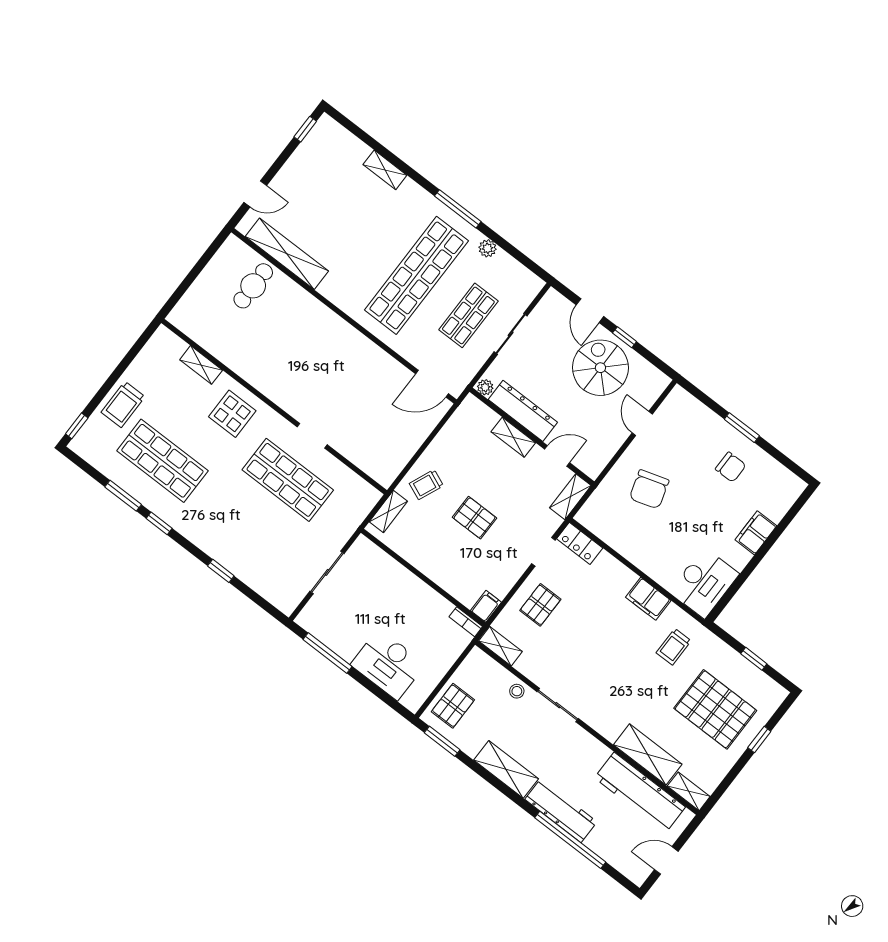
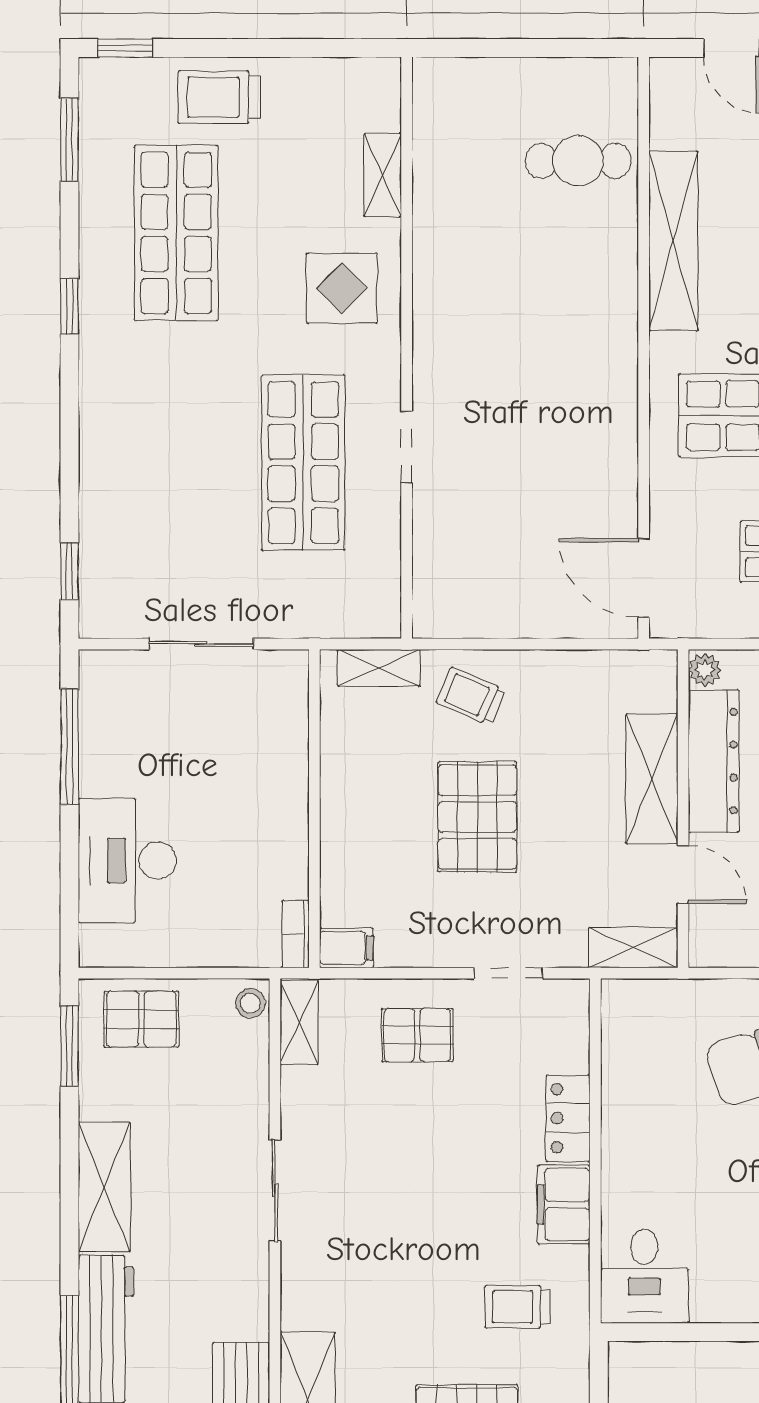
shelving: (287, 254) -> (673, 241), moved
shelving: (513, 437) -> (652, 779), width x1.50, depth x1.33
window: (123, 496) -> (69, 140), moved
pallet: (475, 518) -> (477, 817), width x1.50, depth x1.42
locker: (580, 543) -> (568, 1118), moved
window: (221, 571) -> (69, 571), moved
desk: (704, 583) -> (644, 1276), width x0.73
stool: (517, 691) -> (250, 1003), moved

